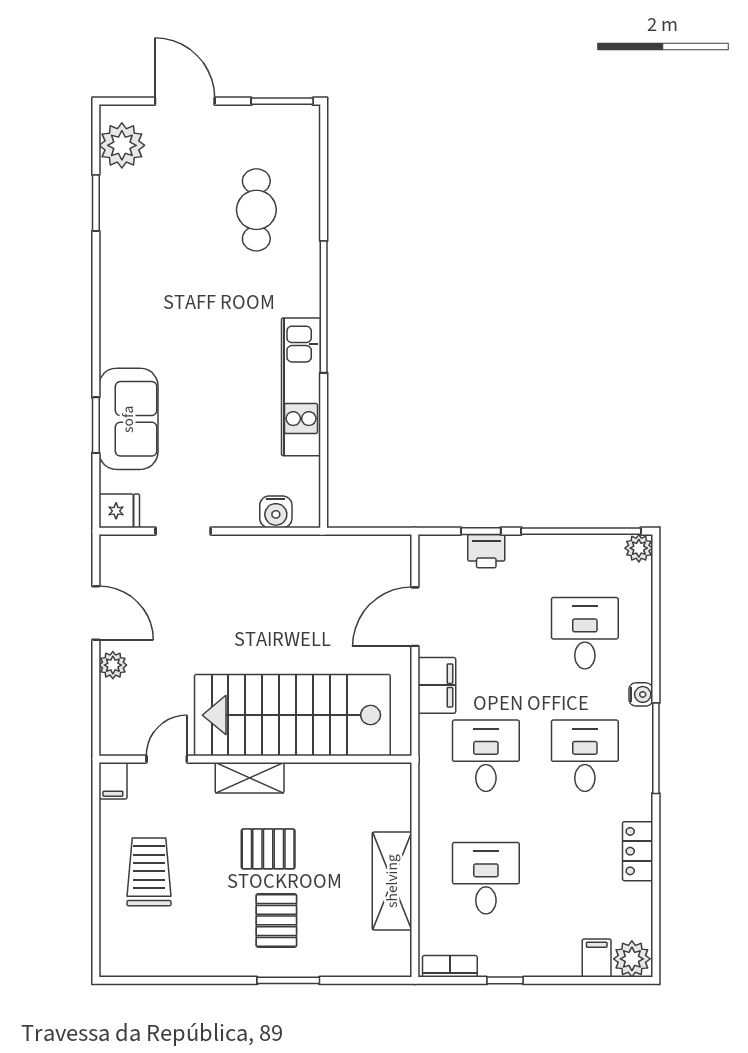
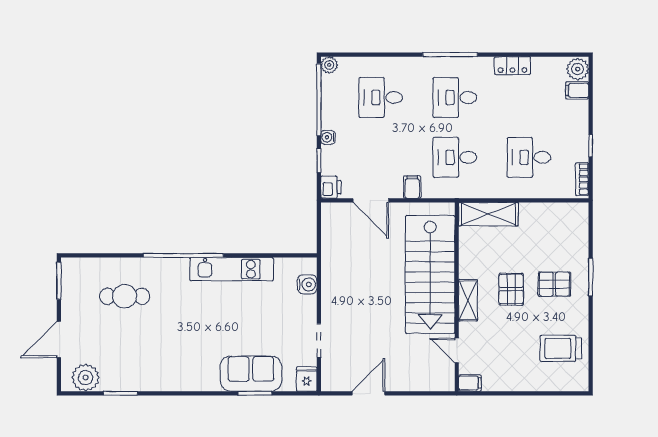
printer: (486, 551) -> (331, 187), moved
plant: (113, 665) -> (400, 383), removed
filing cabinet: (437, 685) -> (412, 187), width x0.50
water cooler: (641, 694) -> (328, 137), moved, turned -90
trolley: (149, 872) -> (561, 348), moved
shelving: (392, 881) -> (488, 214), moved

